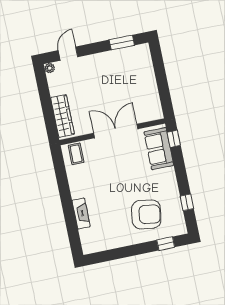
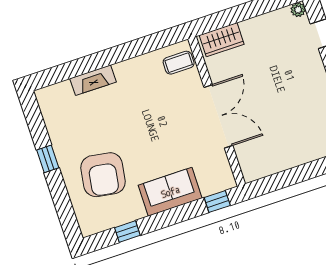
wardrobe: (62, 116) -> (222, 40), width x0.67
sofa: (159, 149) -> (170, 192), moved
window: (166, 244) -> (48, 159), moved

